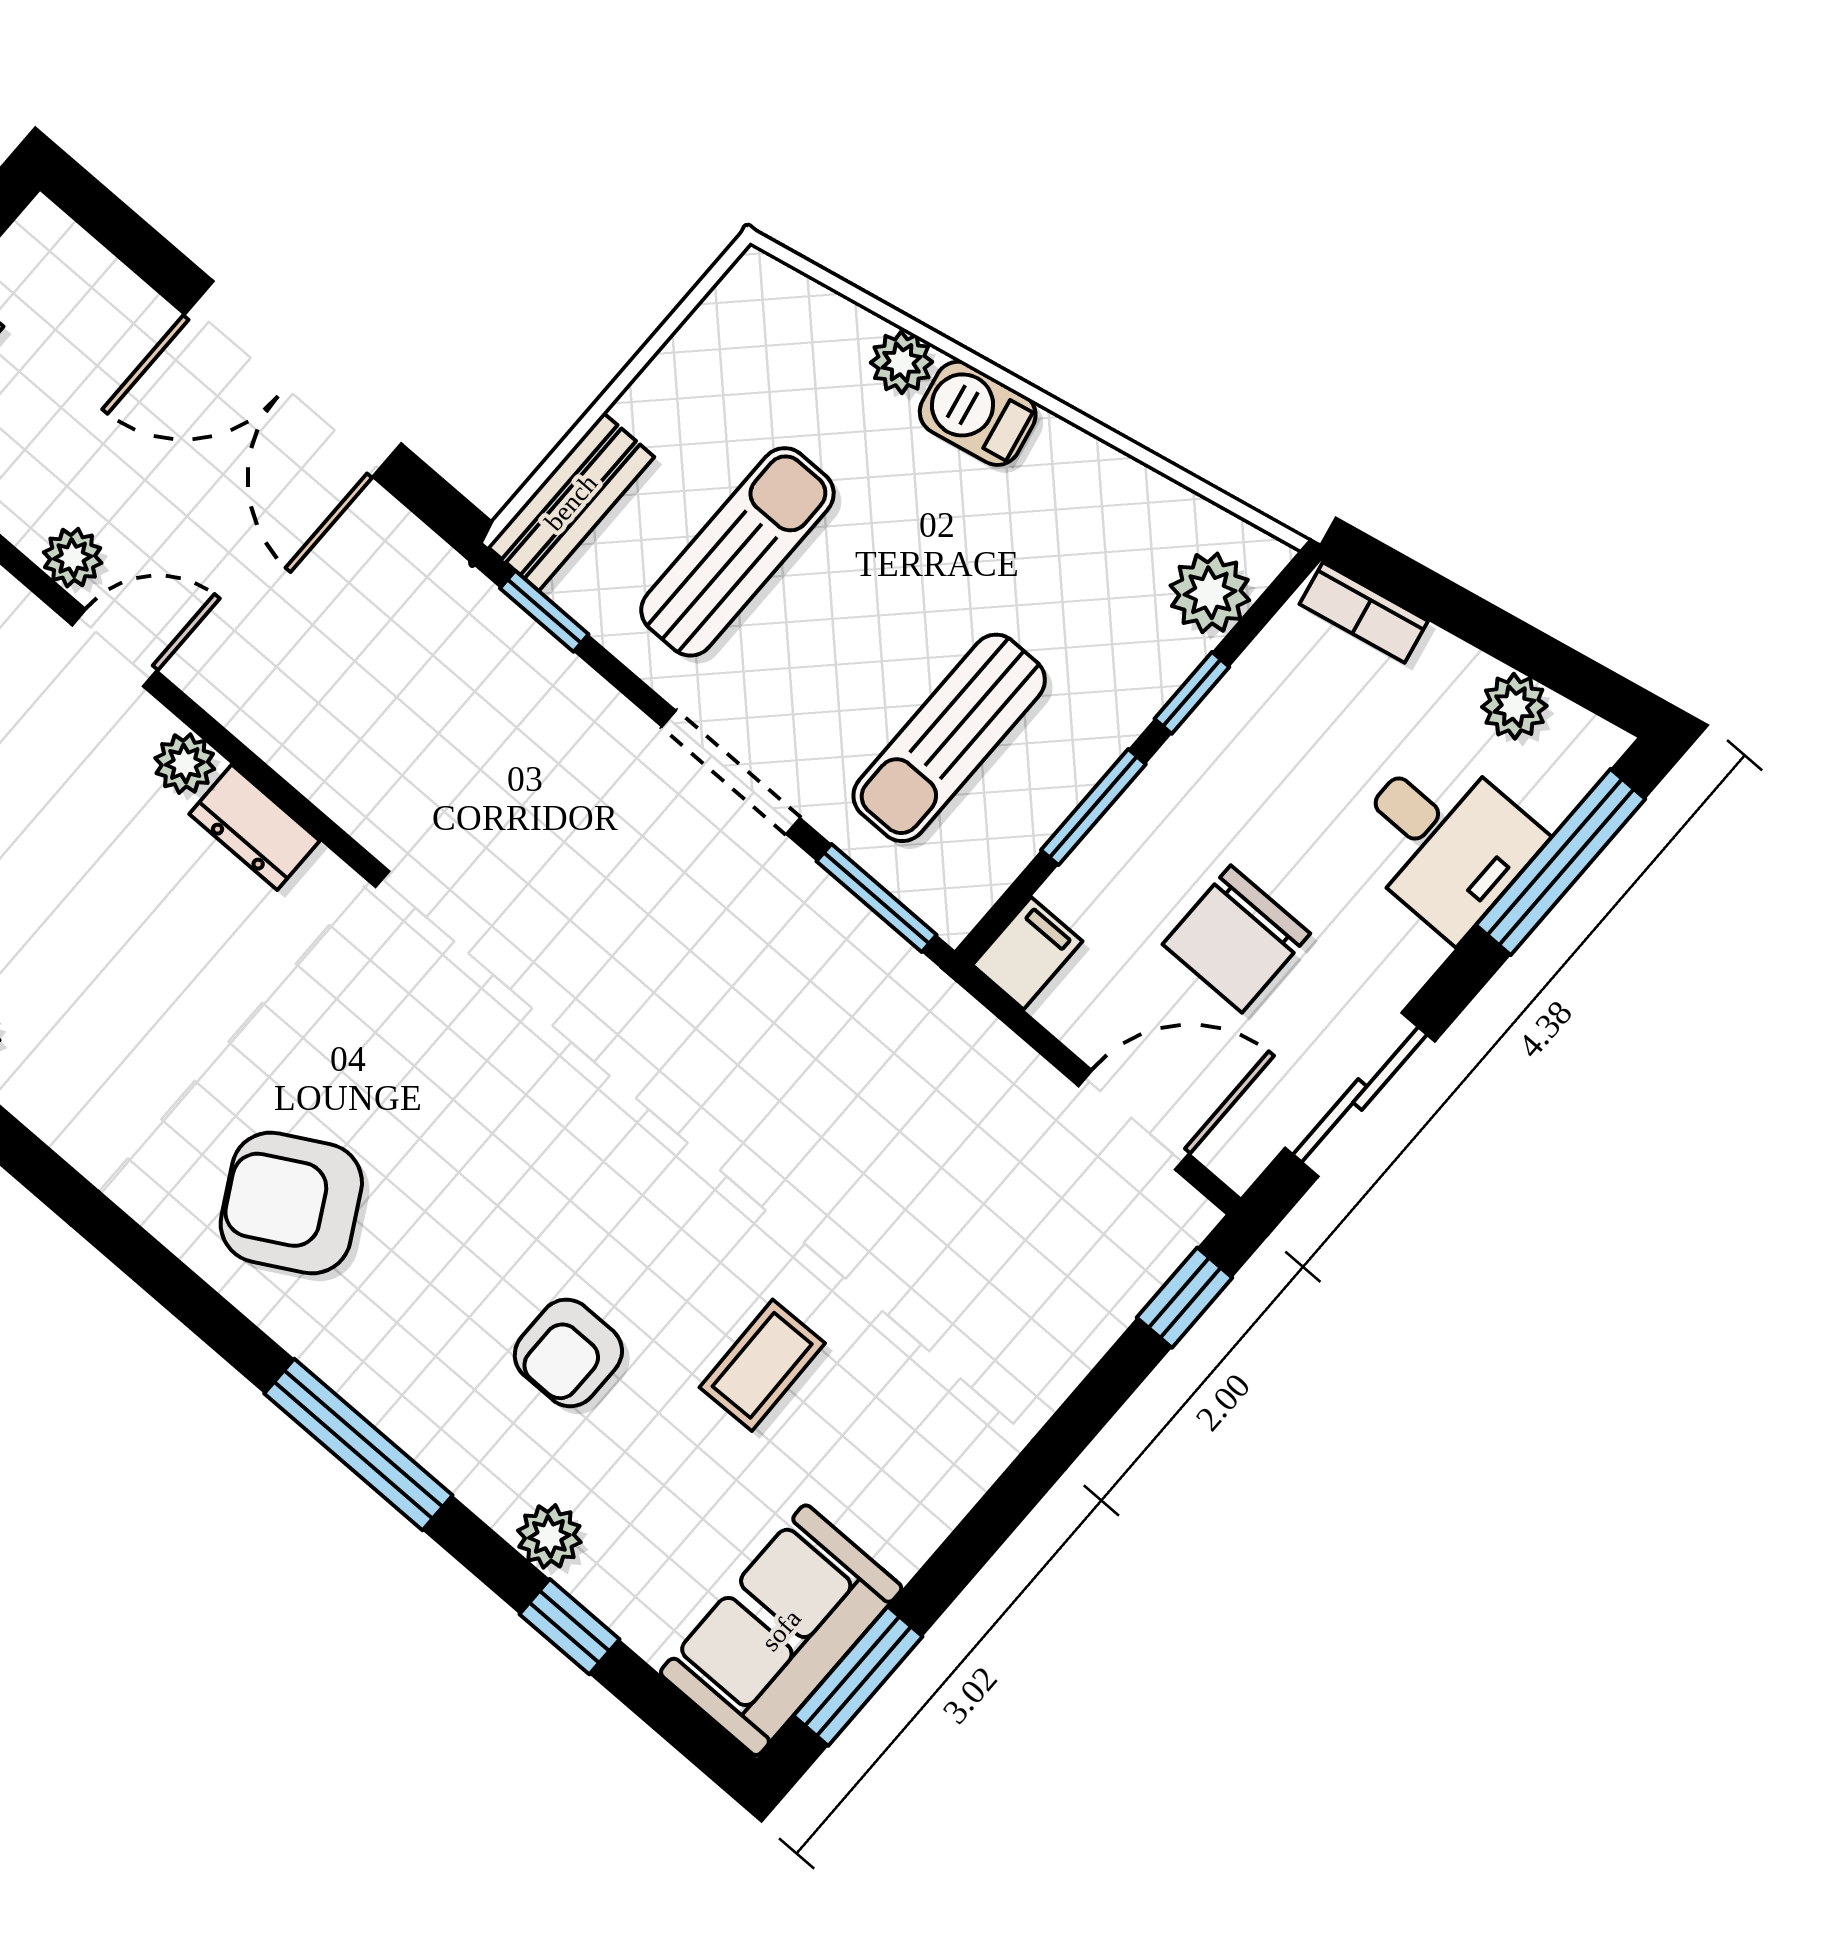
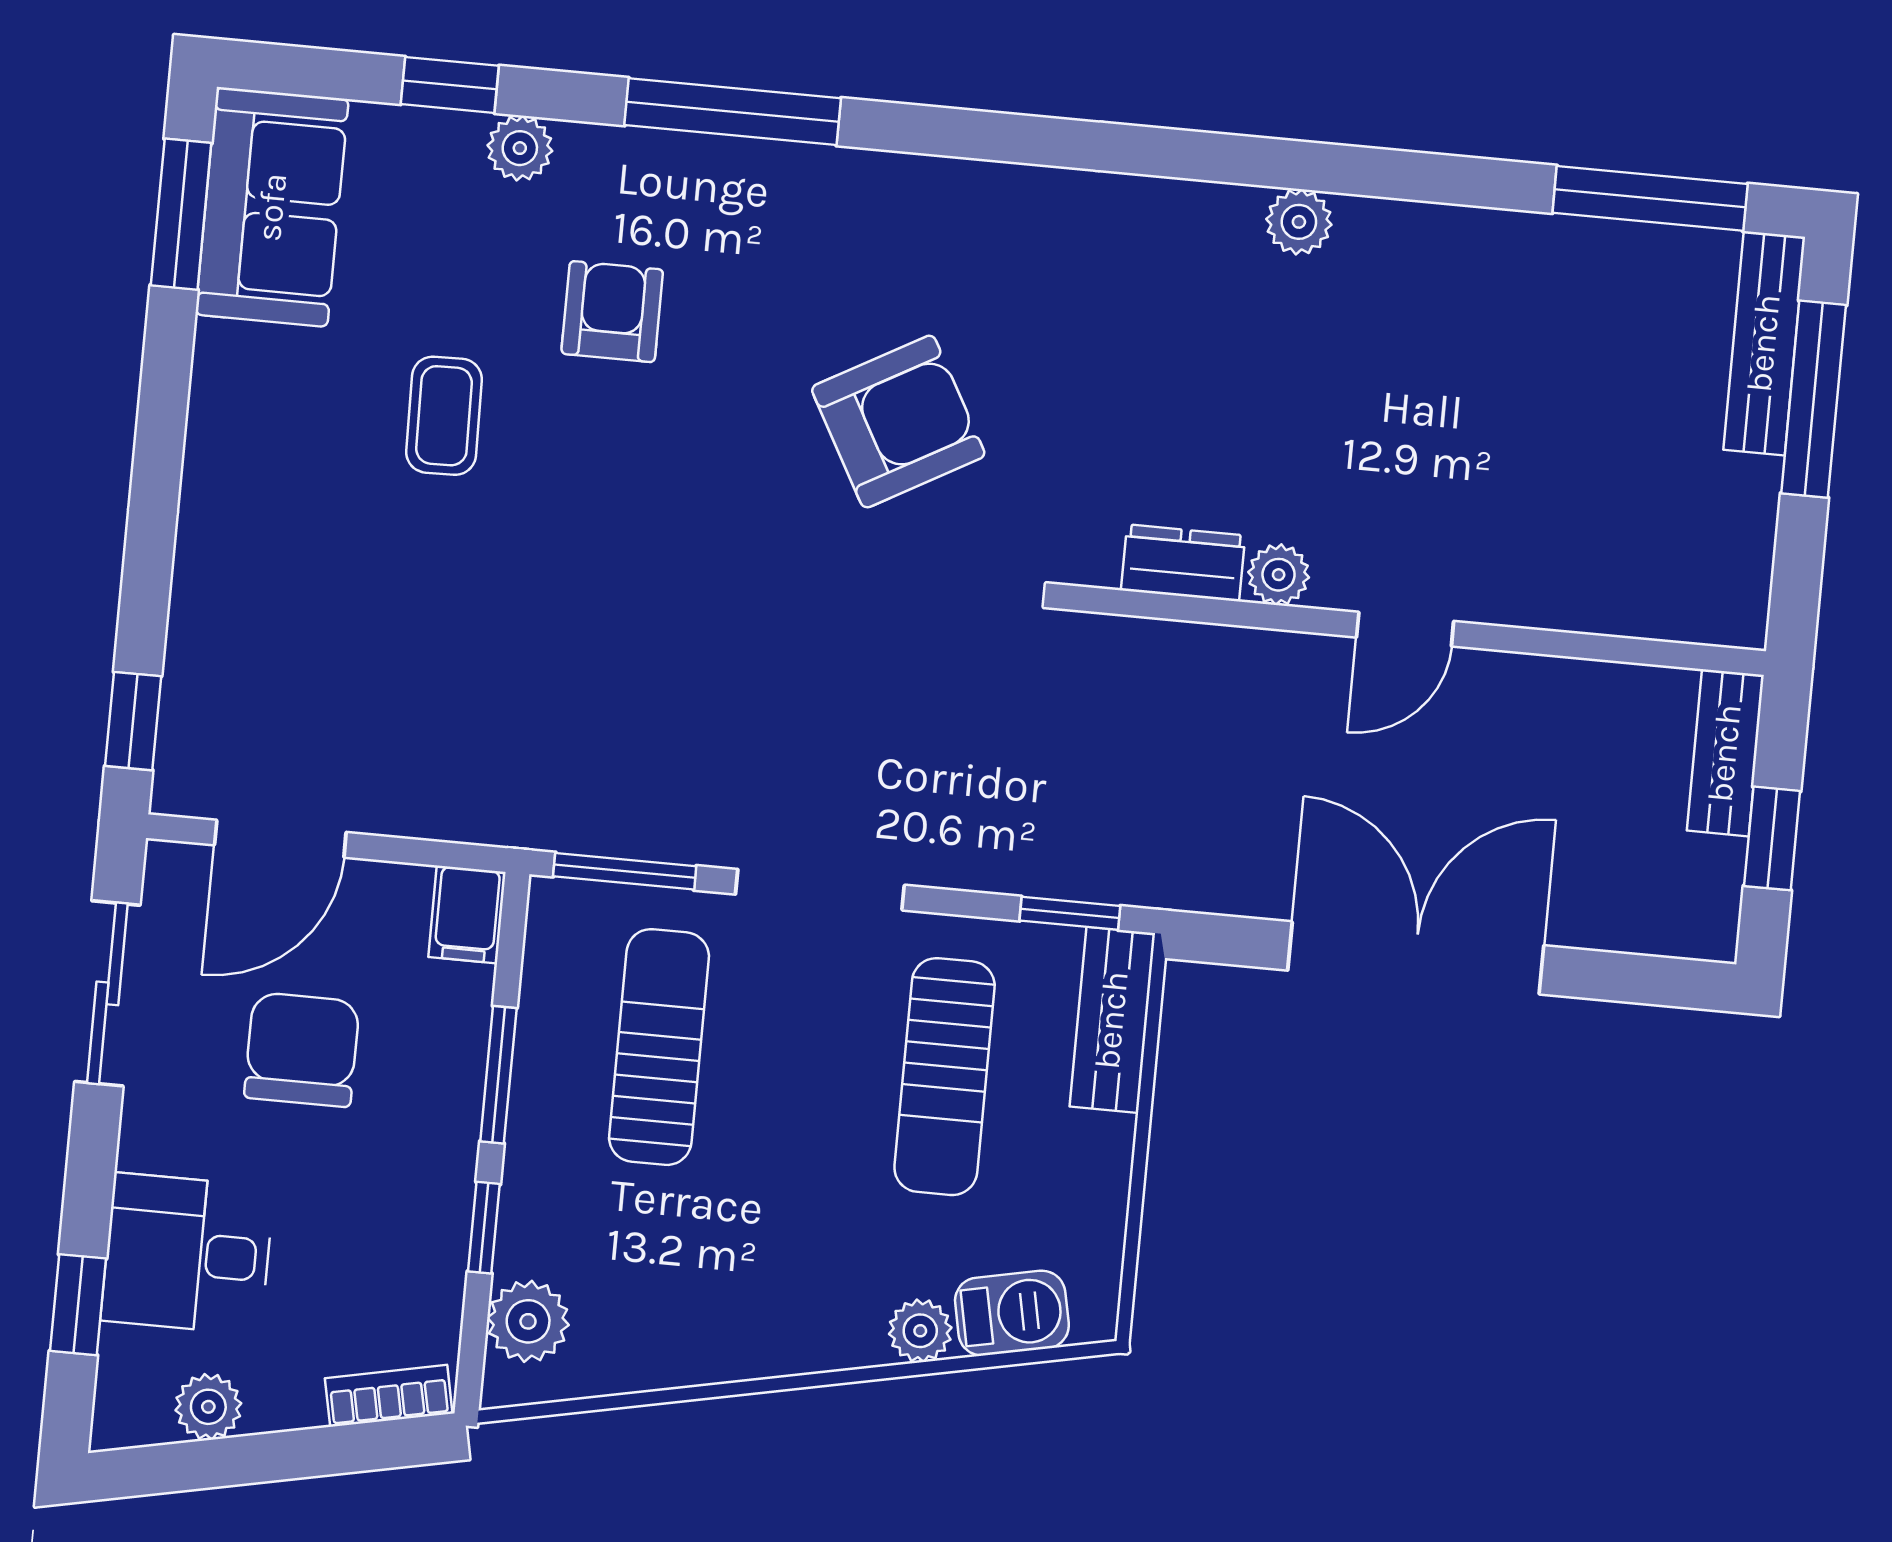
barbecue: (978, 413) -> (1012, 1313), moved
plant: (73, 558) -> (1493, 680), removed
window: (1561, 862) -> (78, 1305), width x0.46
armchair: (291, 1203) -> (898, 422), moved

